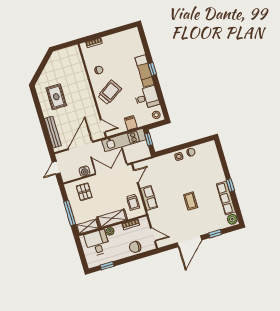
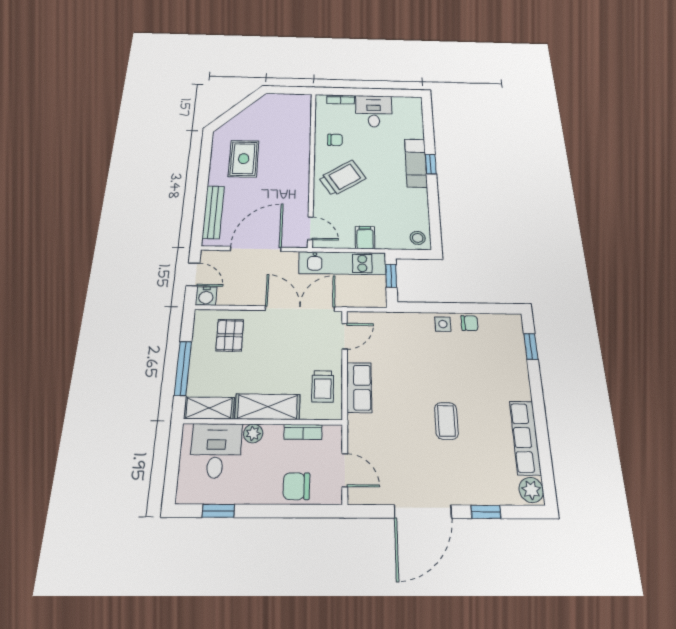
desk: (147, 98) -> (374, 111), moved, turned -90
door: (56, 168) -> (193, 274), swing flipped
water cooler: (84, 171) -> (206, 296), moved
window: (230, 185) -> (531, 346), moved

